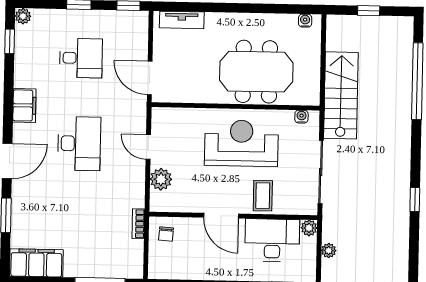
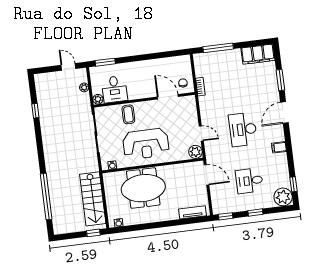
window: (369, 11) -> (93, 233), moved
plant: (23, 16) -> (283, 197), width x1.88, depth x1.88
stairs: (341, 95) -> (93, 199), moved
filing cabinet: (24, 105) -> (279, 147), width x0.50
plant: (161, 179) -> (195, 152), moved
window: (415, 200) -> (35, 111), moved
door: (221, 216) -> (168, 97), moved
desk: (272, 240) -> (114, 89), width x0.73

